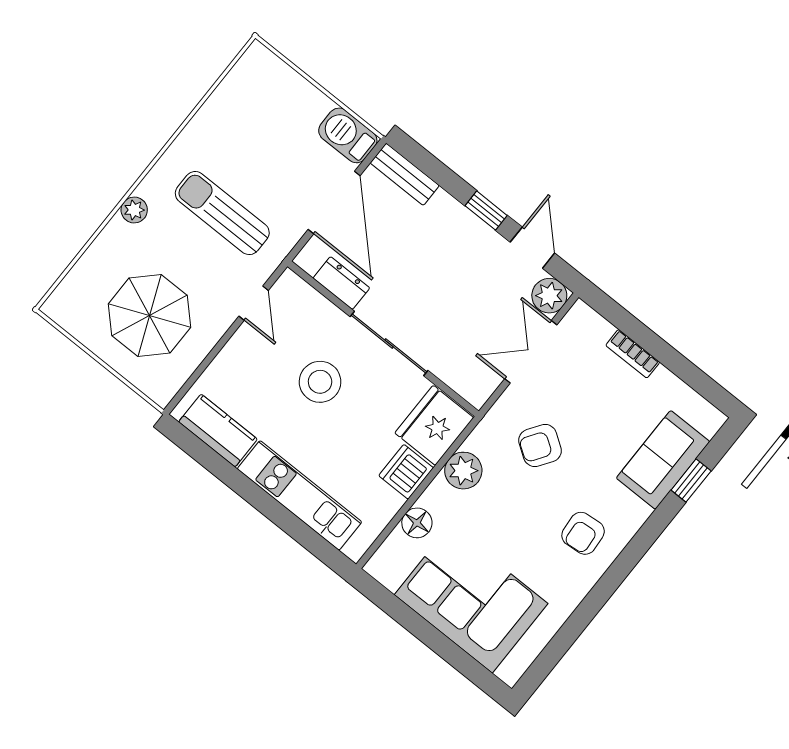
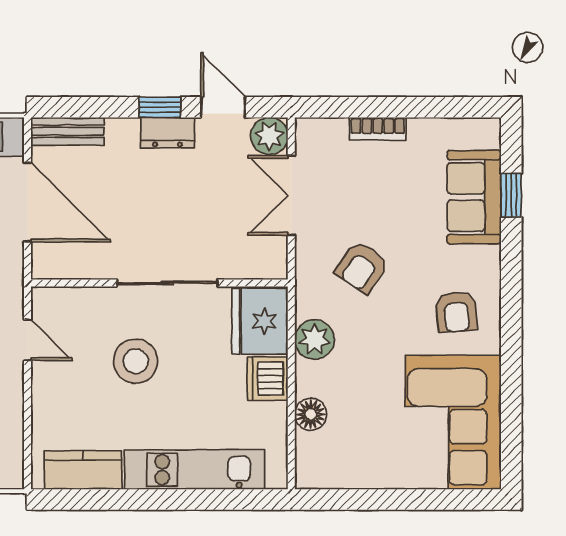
dresser: (341, 283) -> (167, 133), moved, turned 180
corner sofa: (471, 599) -> (453, 422), moved, turned -90

